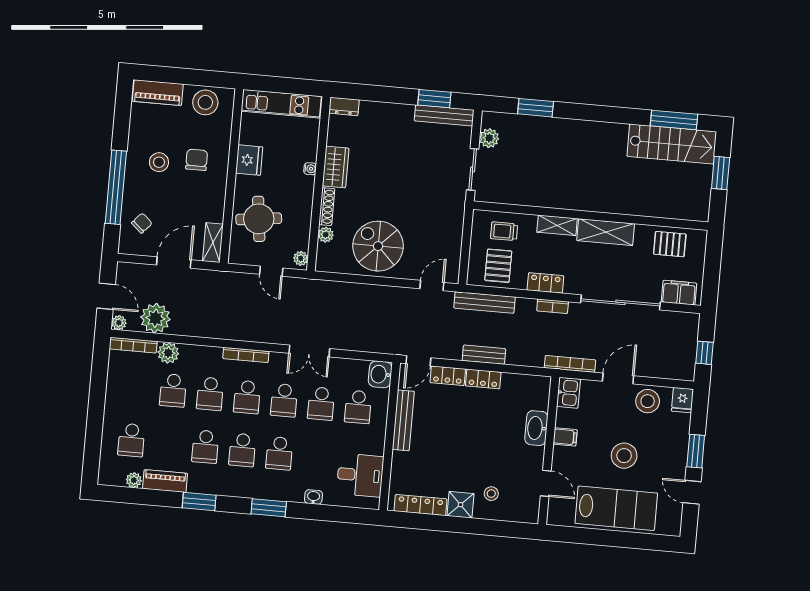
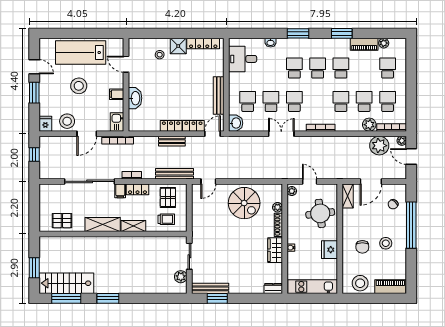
window: (536, 108) -> (108, 298), moved
filing cabinet: (679, 293) -> (120, 191), moved, width x0.50
school desk: (247, 397) -> (388, 101), moved

